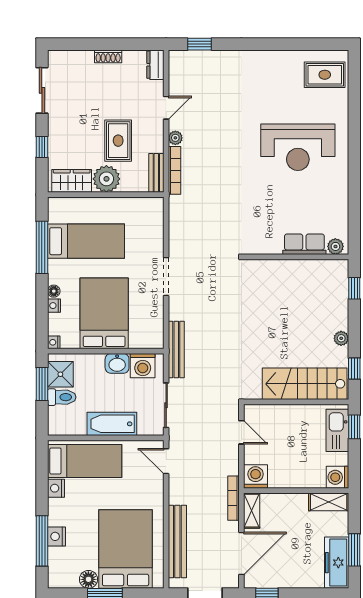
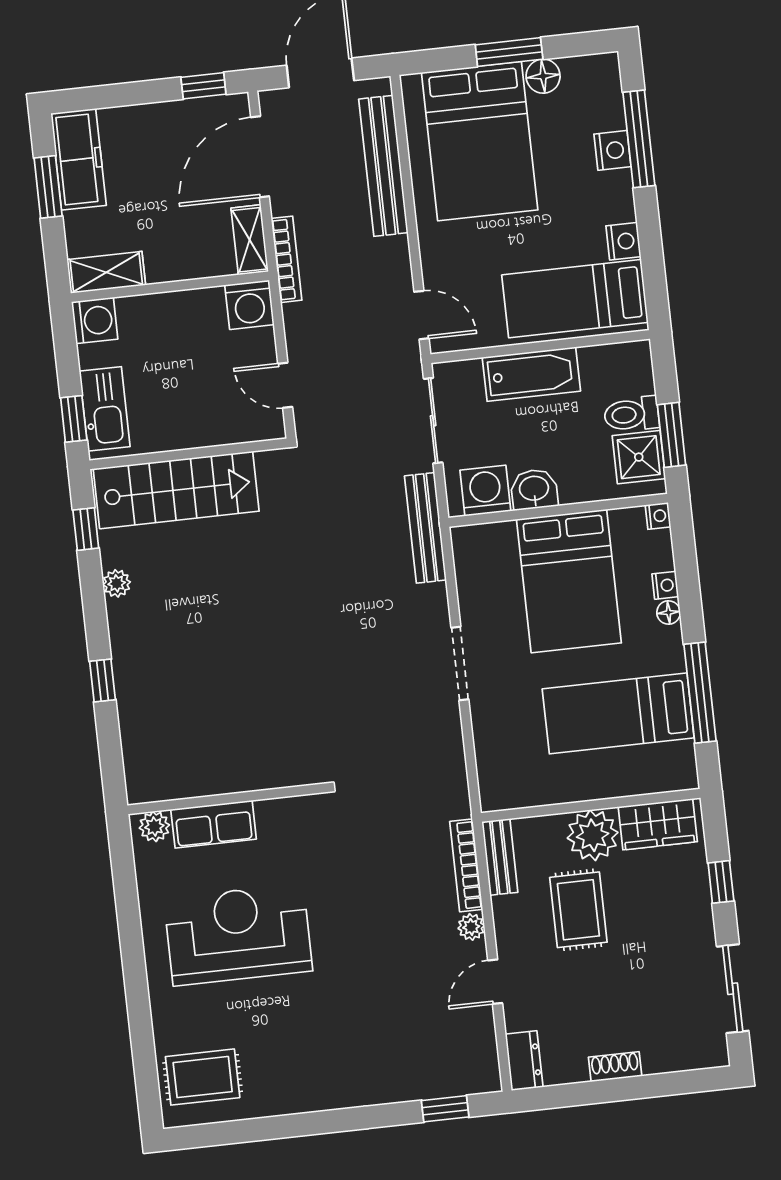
row of seats: (304, 244) -> (214, 824), moved
plant: (335, 246) -> (154, 826), moved
wall: (296, 257) -> (226, 799), moved

